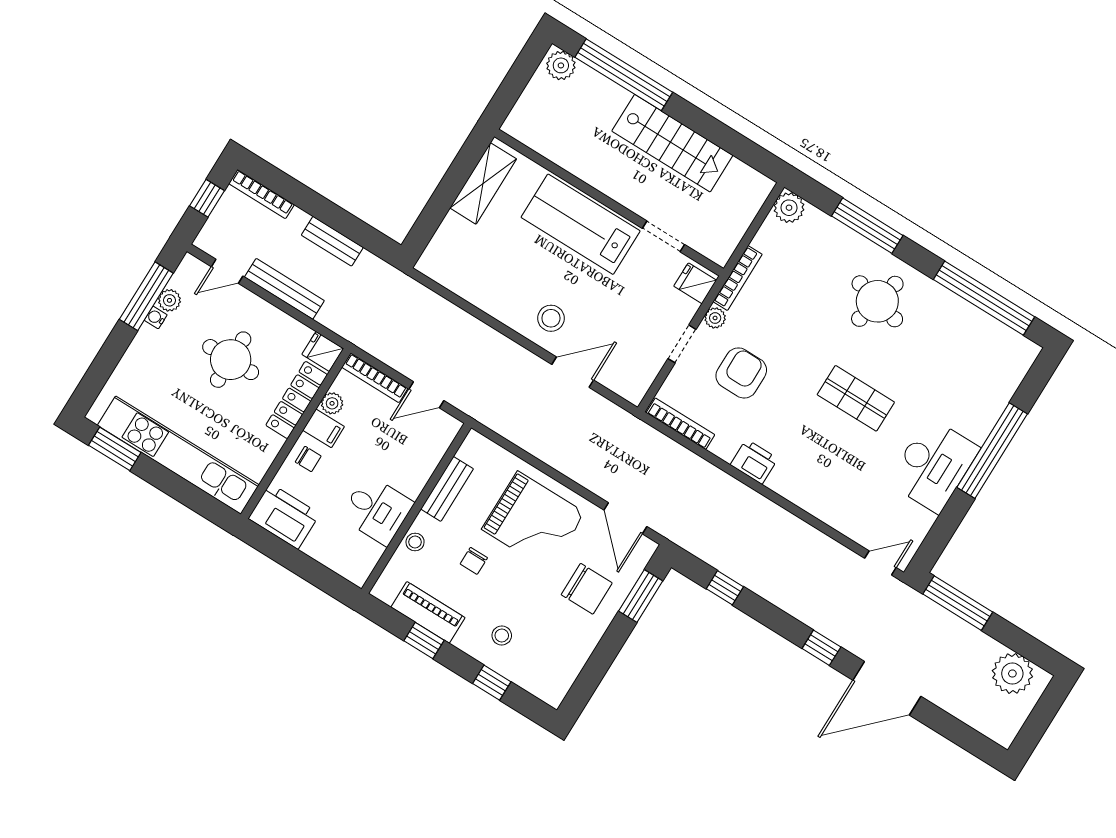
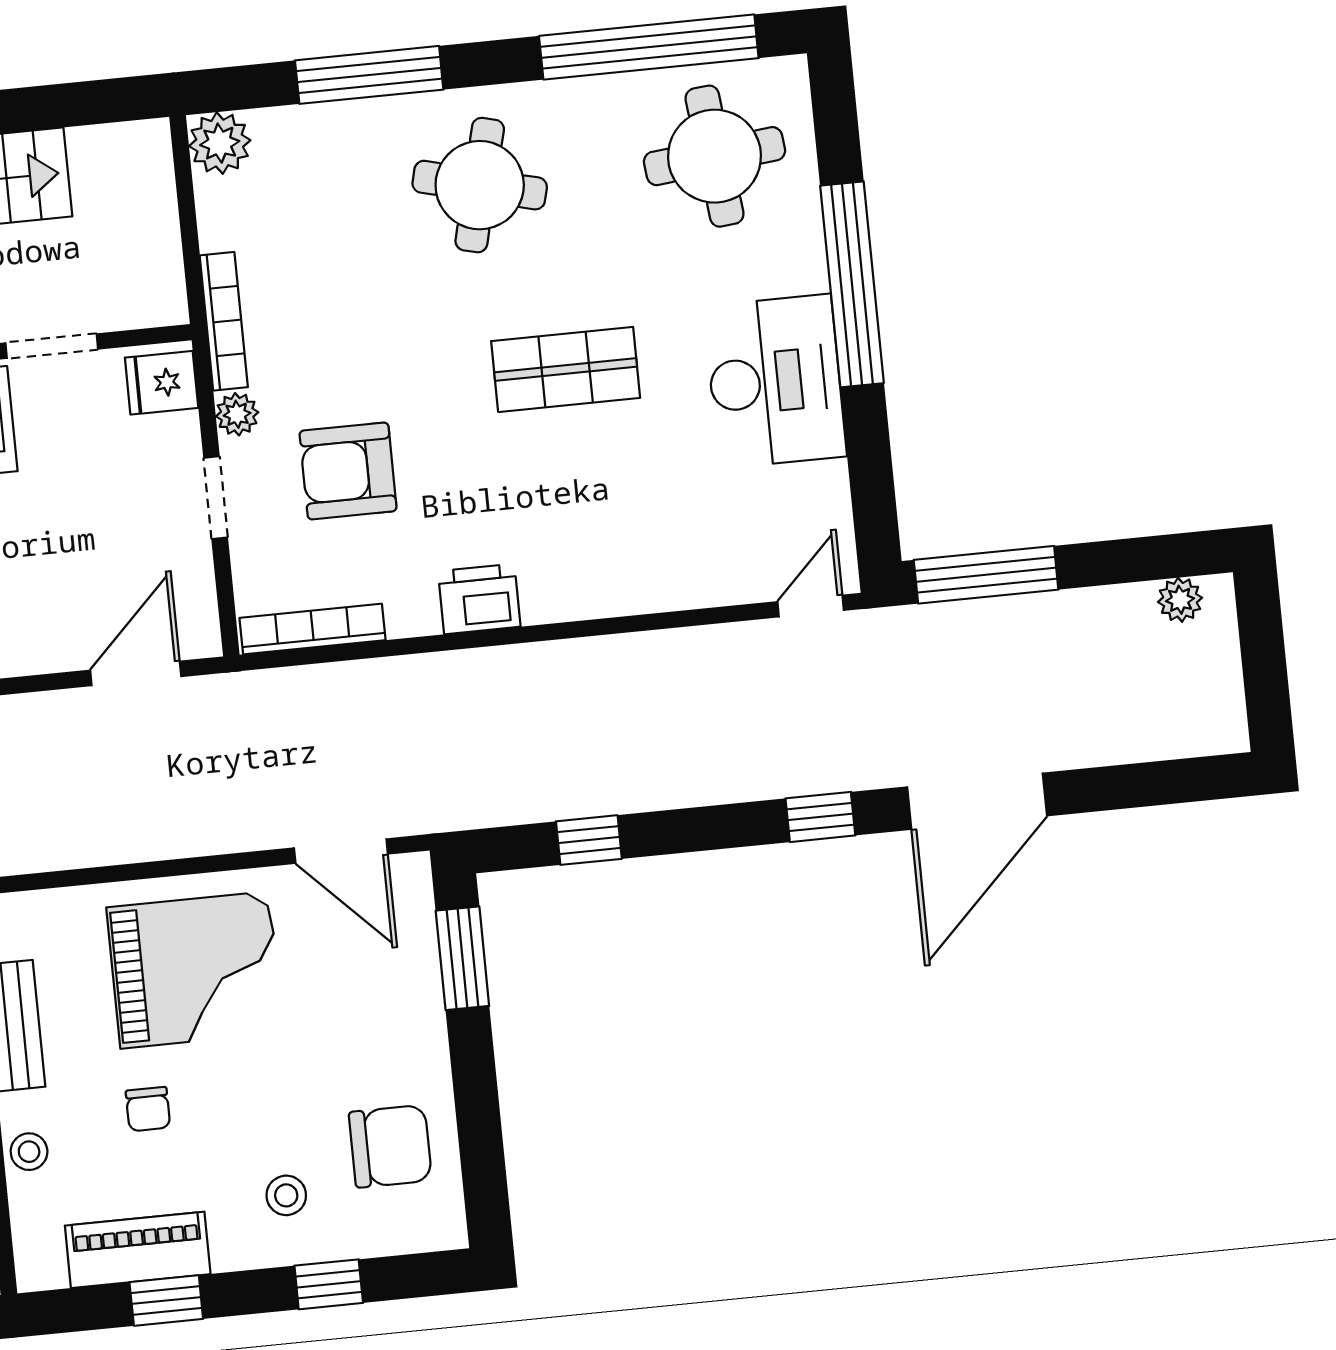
round table: (977, 360) -> (714, 156), added
door: (573, 372) -> (136, 673), moved
armchair: (741, 373) -> (348, 471), turned -90
chair: (587, 589) -> (390, 1146), moved
plant: (1012, 674) -> (1180, 600), width x0.53, depth x0.53

